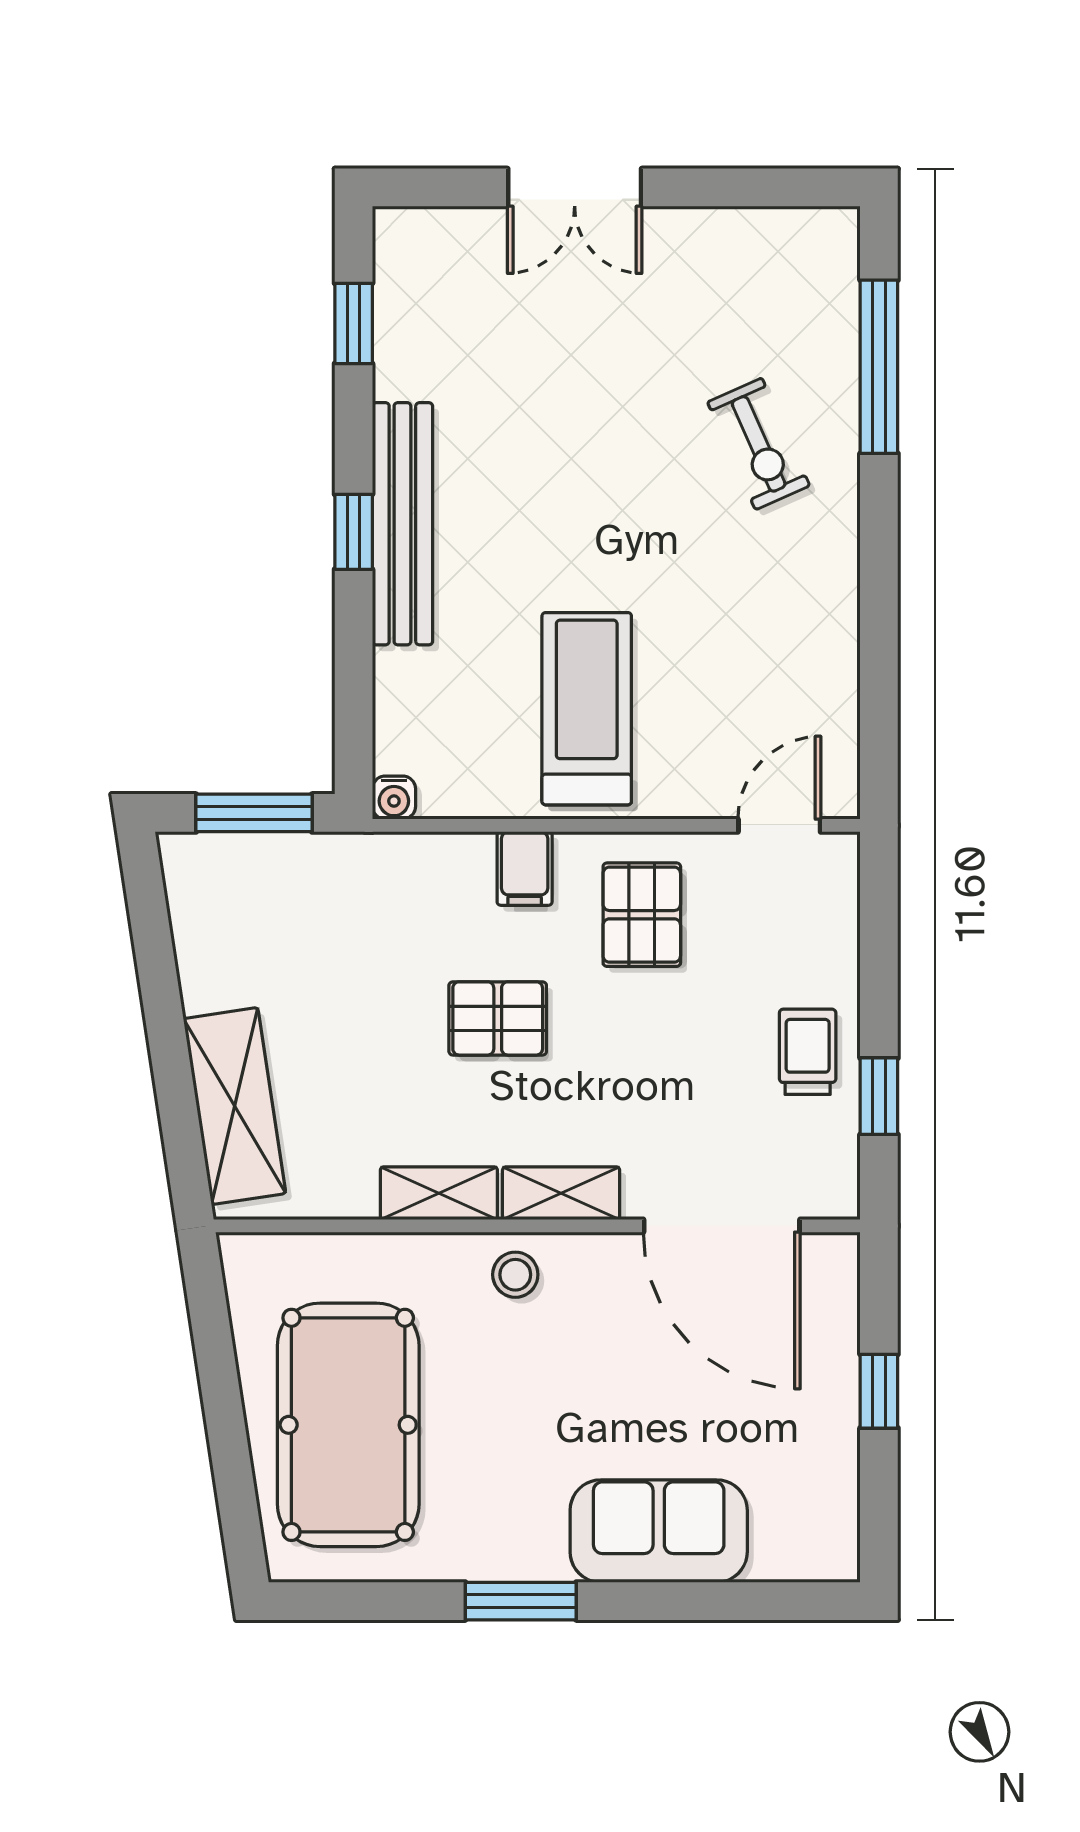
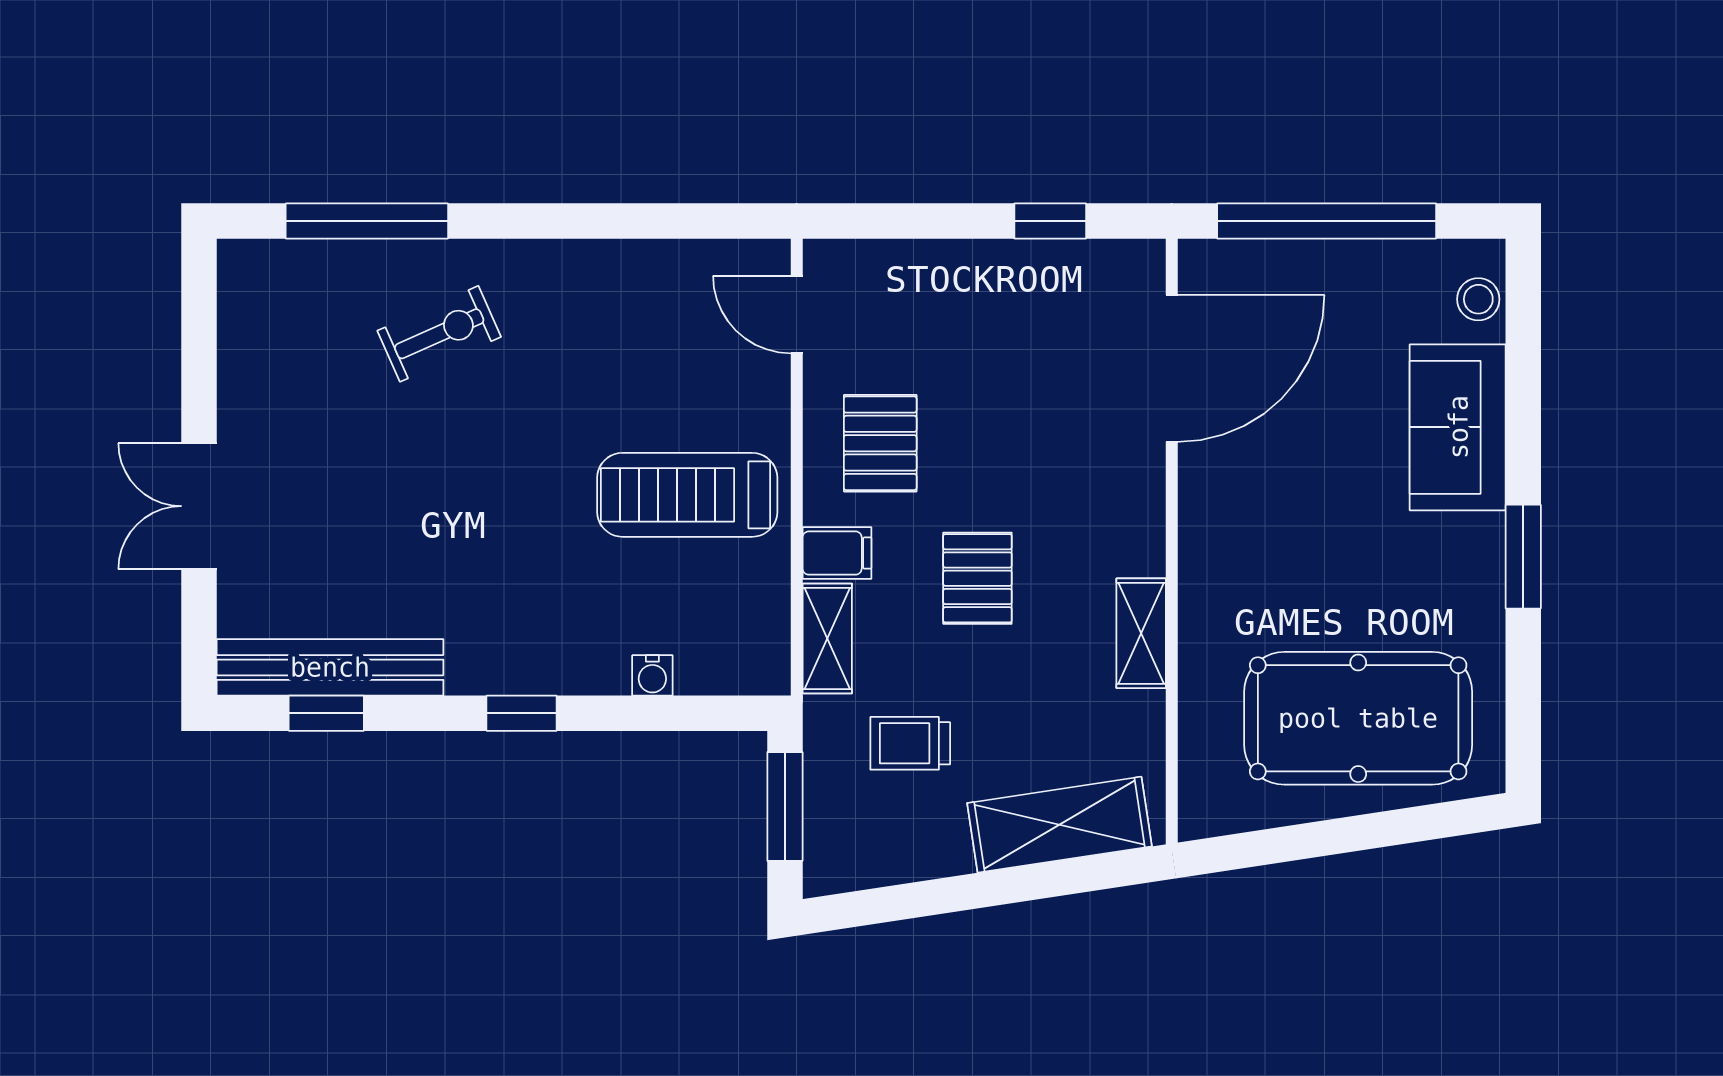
double door: (575, 187) -> (199, 506), swing flipped
bench: (402, 524) -> (330, 667), moved
water cooler: (394, 798) -> (652, 675), moved, turned 90
pallet: (642, 915) -> (880, 443), turned 90
trolley: (808, 1052) -> (910, 743), moved
shelving: (561, 1193) -> (827, 638), moved
stool: (515, 1275) -> (1478, 299), moved
window: (879, 1391) -> (1327, 221), width x3.17

